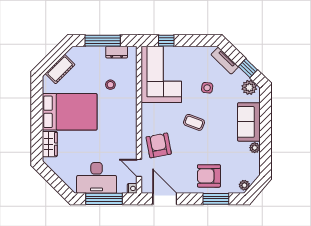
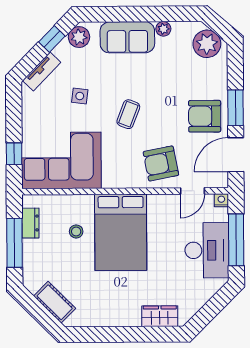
bed: (70, 112) -> (121, 232), moved, turned 180
armchair: (209, 176) -> (205, 116), moved, turned 90
plant: (244, 185) -> (207, 44), width x1.87, depth x1.87
window: (216, 199) -> (235, 108), moved

